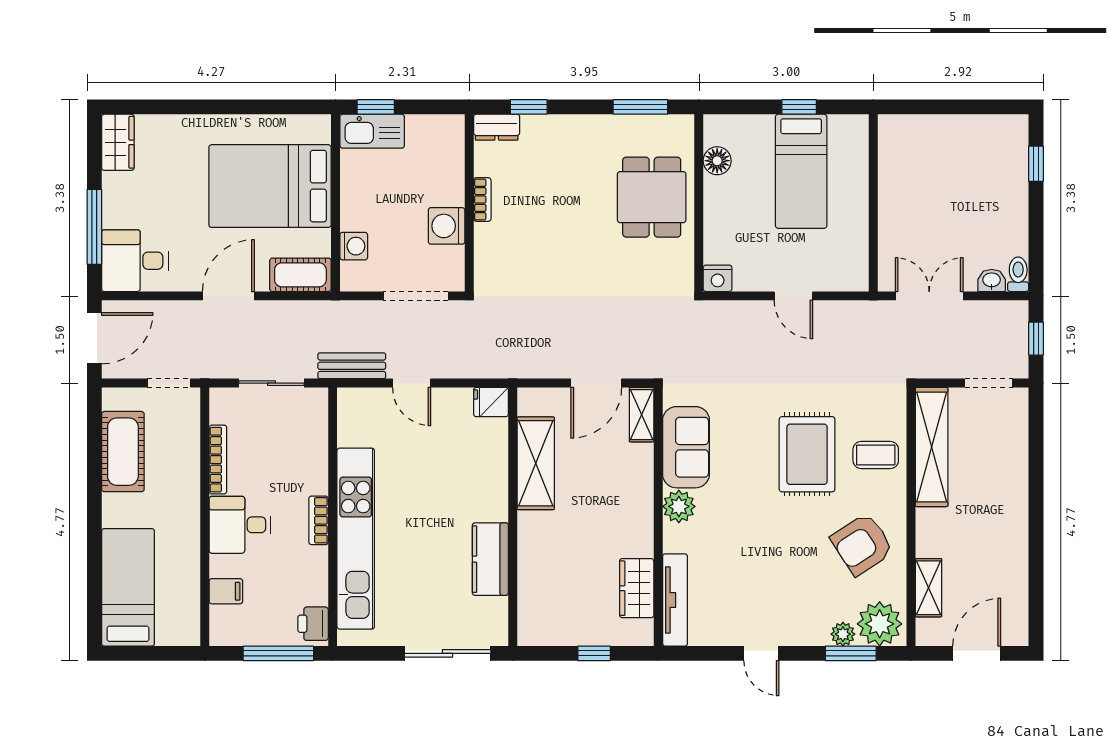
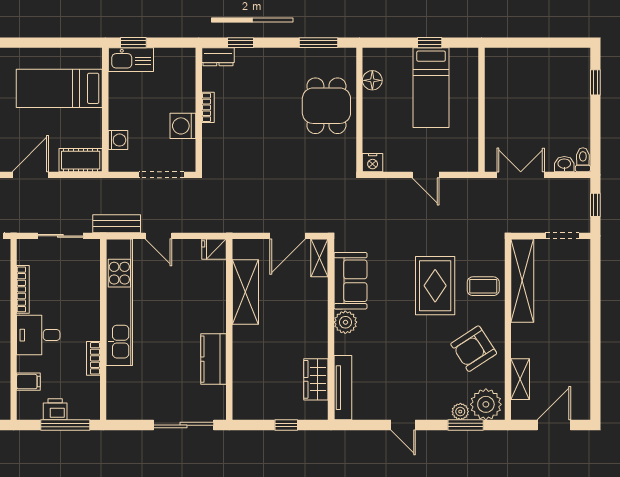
bed: (270, 186) -> (59, 88), width x0.67
bookcase: (319, 520) -> (93, 358), moved
kitchen unit: (356, 539) -> (119, 302), moved
printer: (313, 624) -> (55, 409), moved, turned 90

